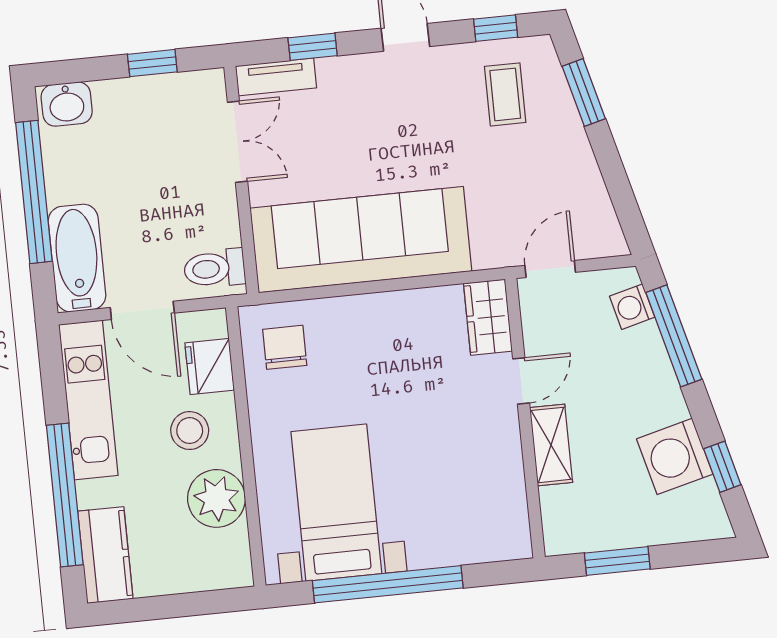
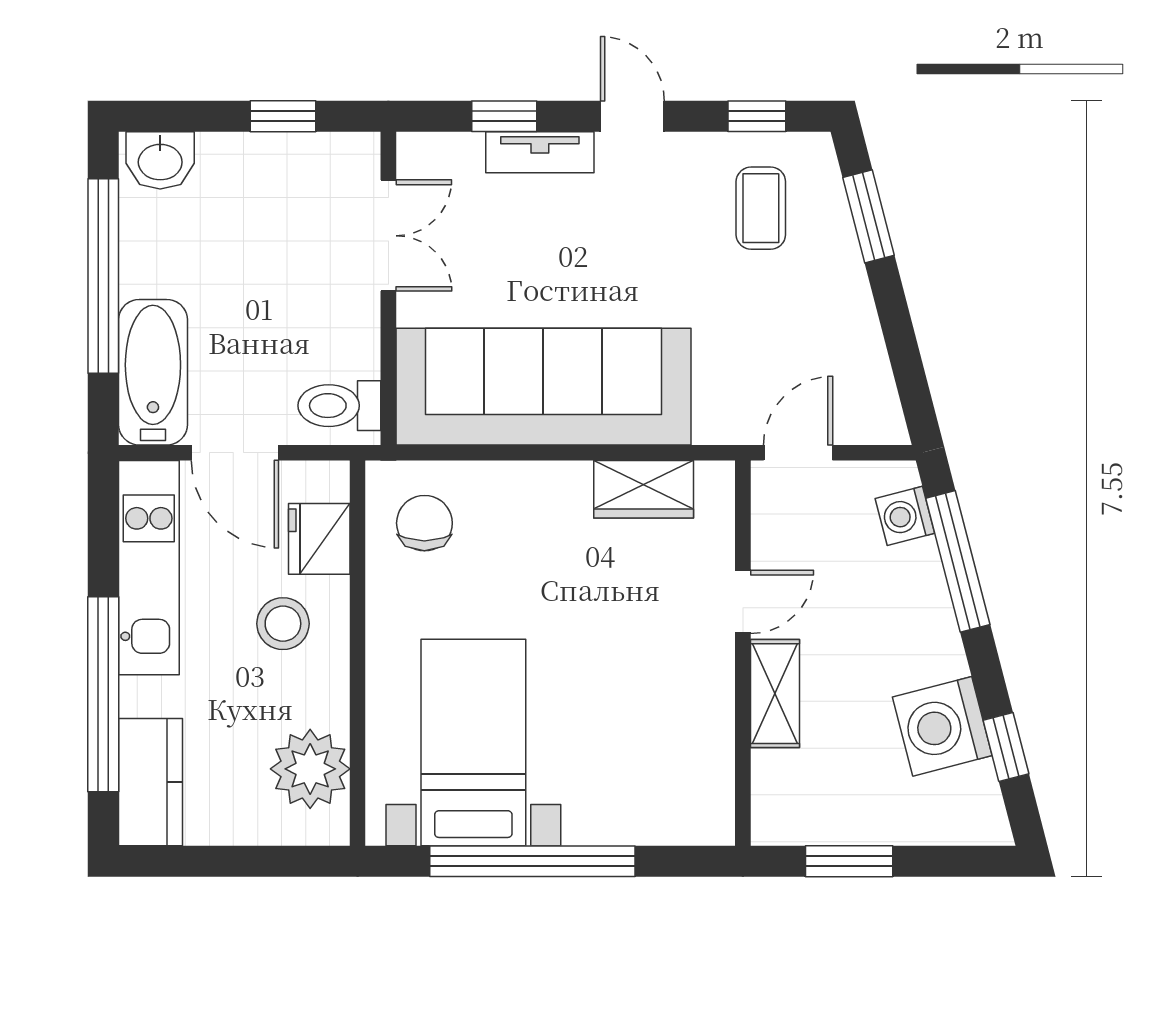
tv unit: (276, 77) -> (540, 152), moved
wardrobe: (488, 317) -> (644, 489), moved, turned -90
plant: (216, 498) -> (310, 769), moved

